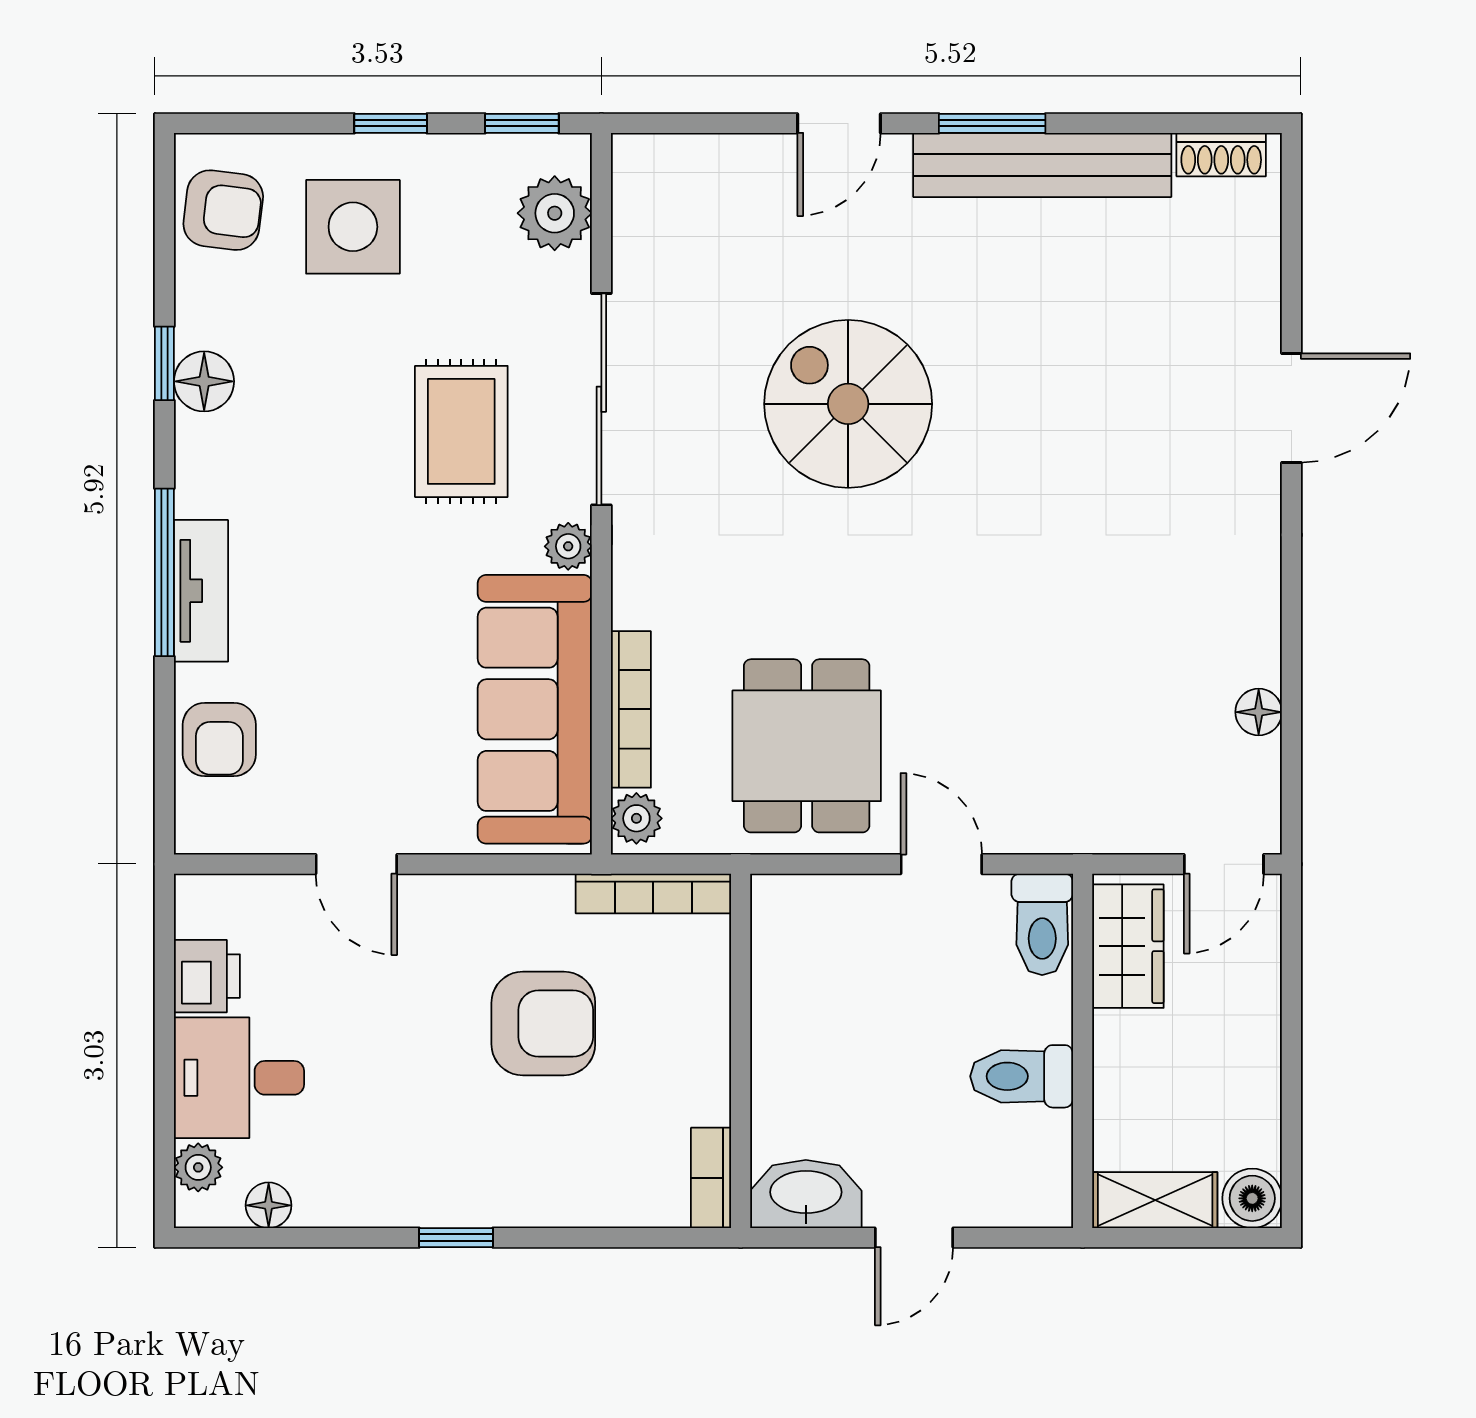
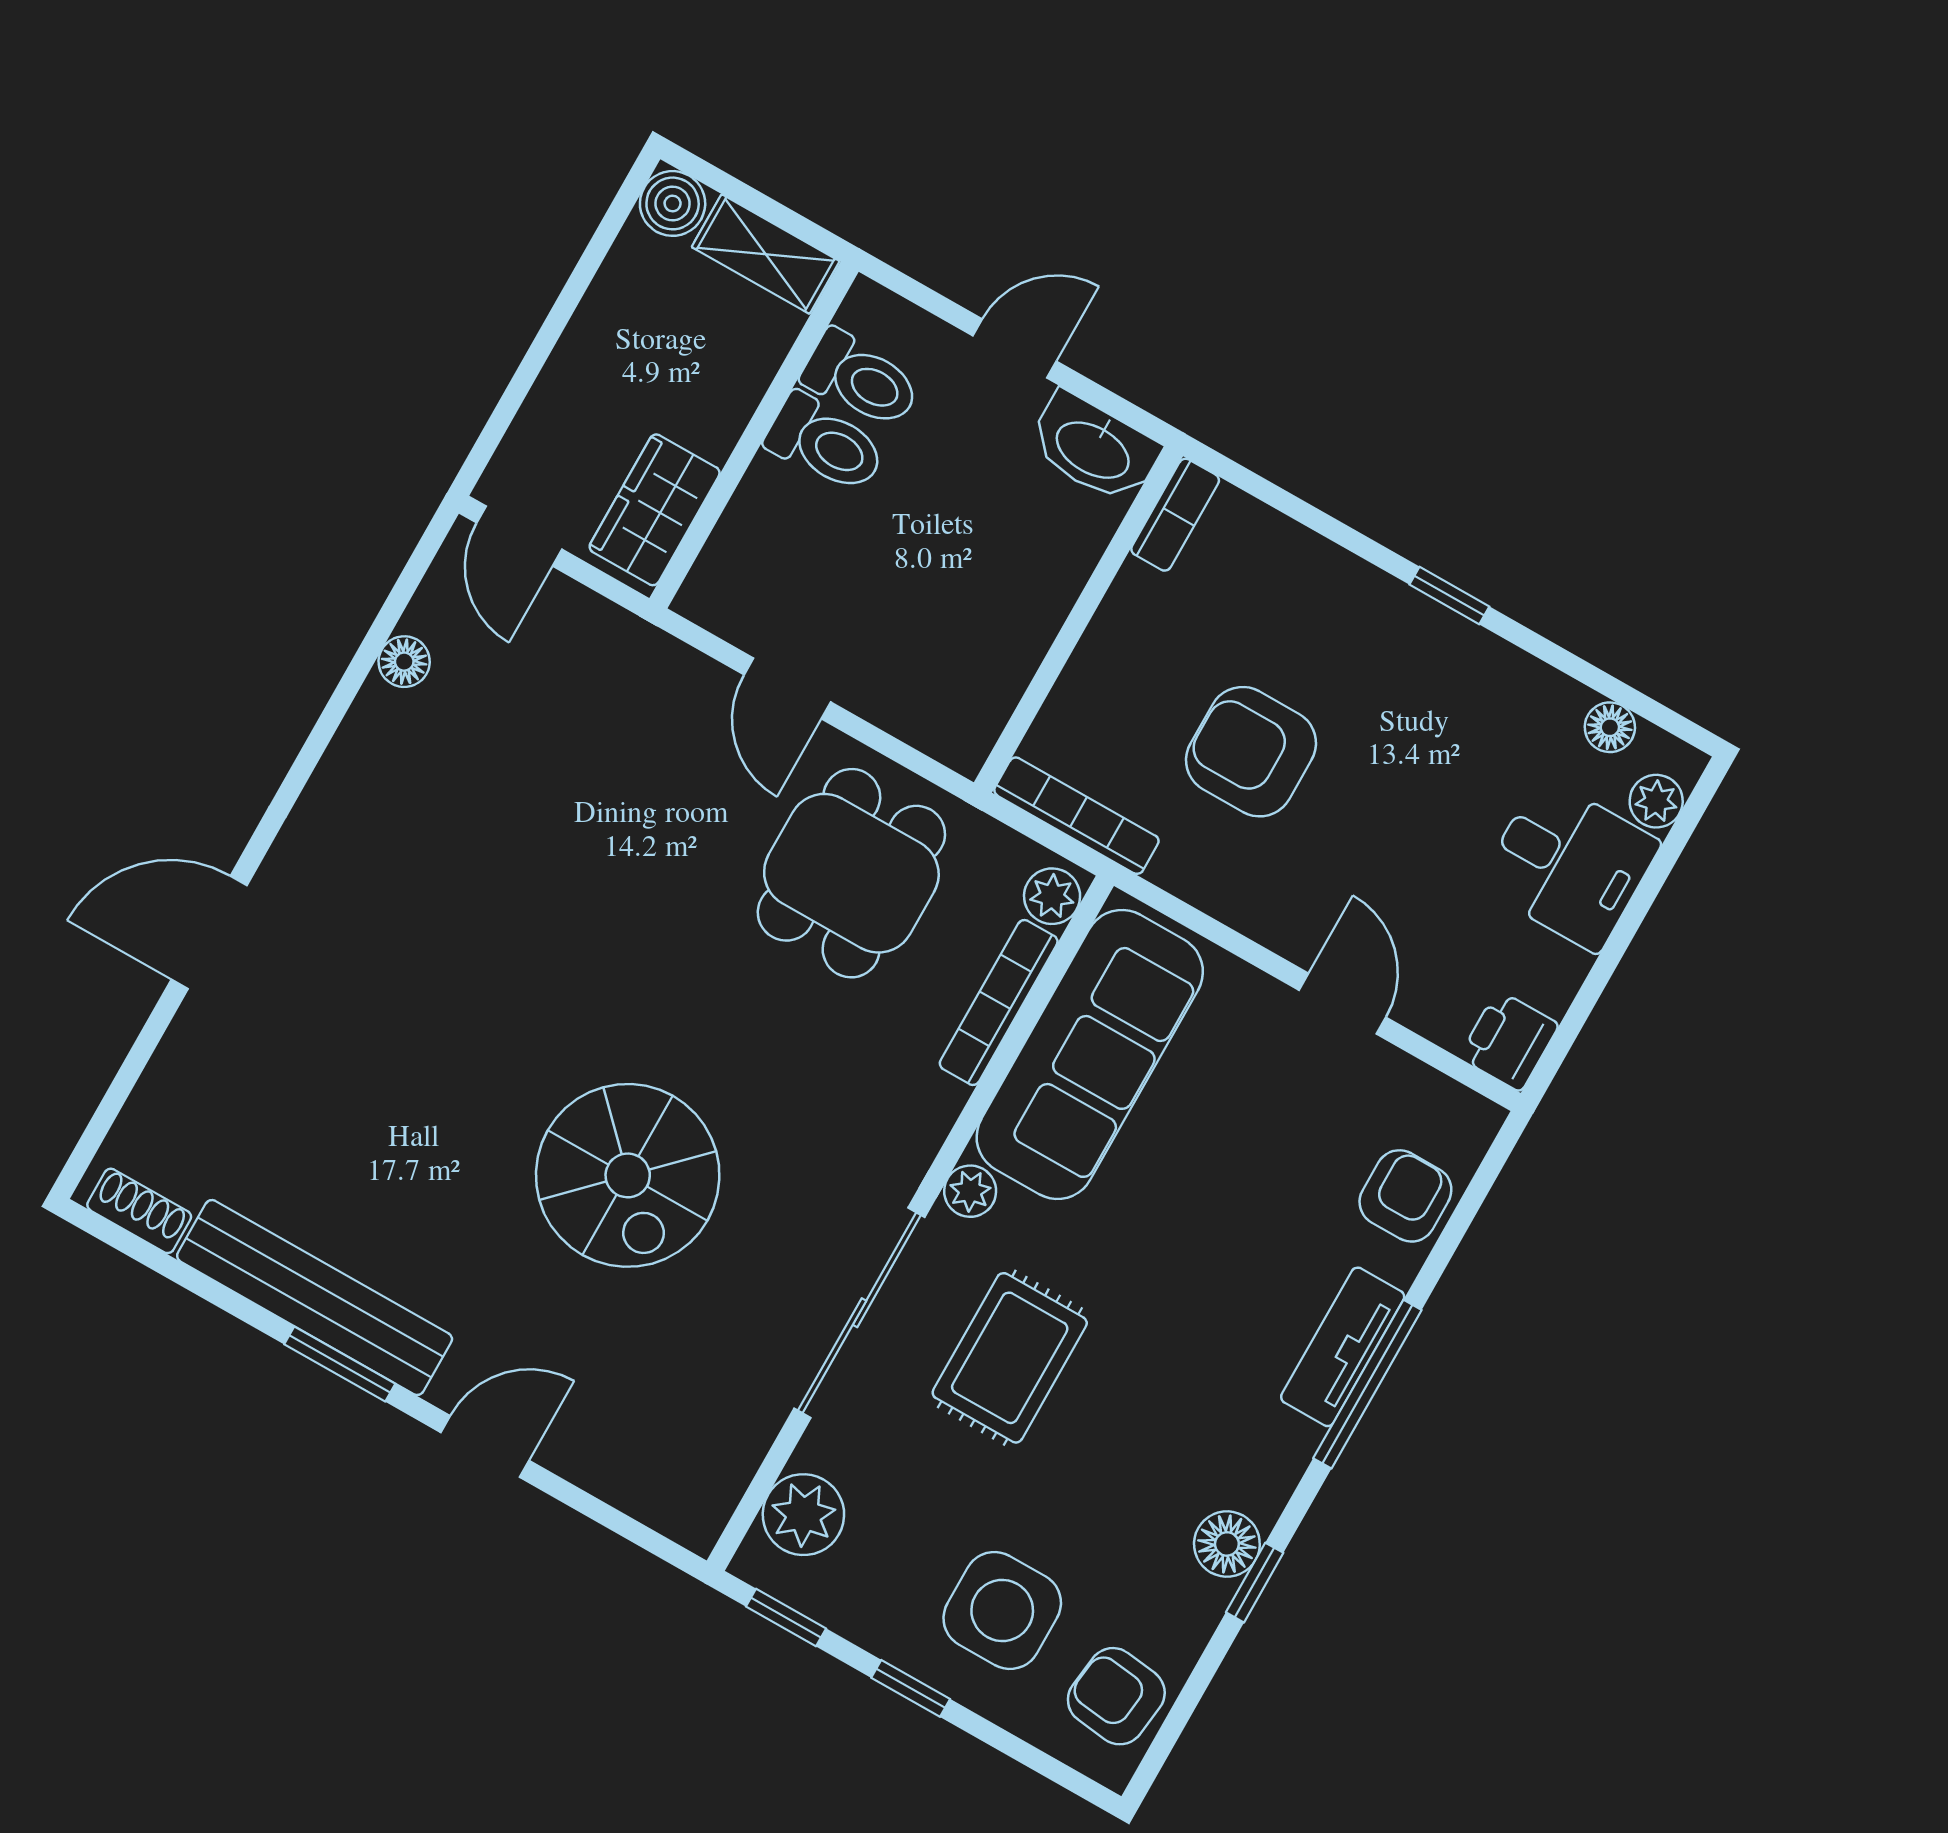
door: (1224, 864) -> (519, 536), swing flipped
toilet: (1042, 924) -> (861, 380), moved, turned 90
printer: (207, 976) -> (1509, 1041), moved

